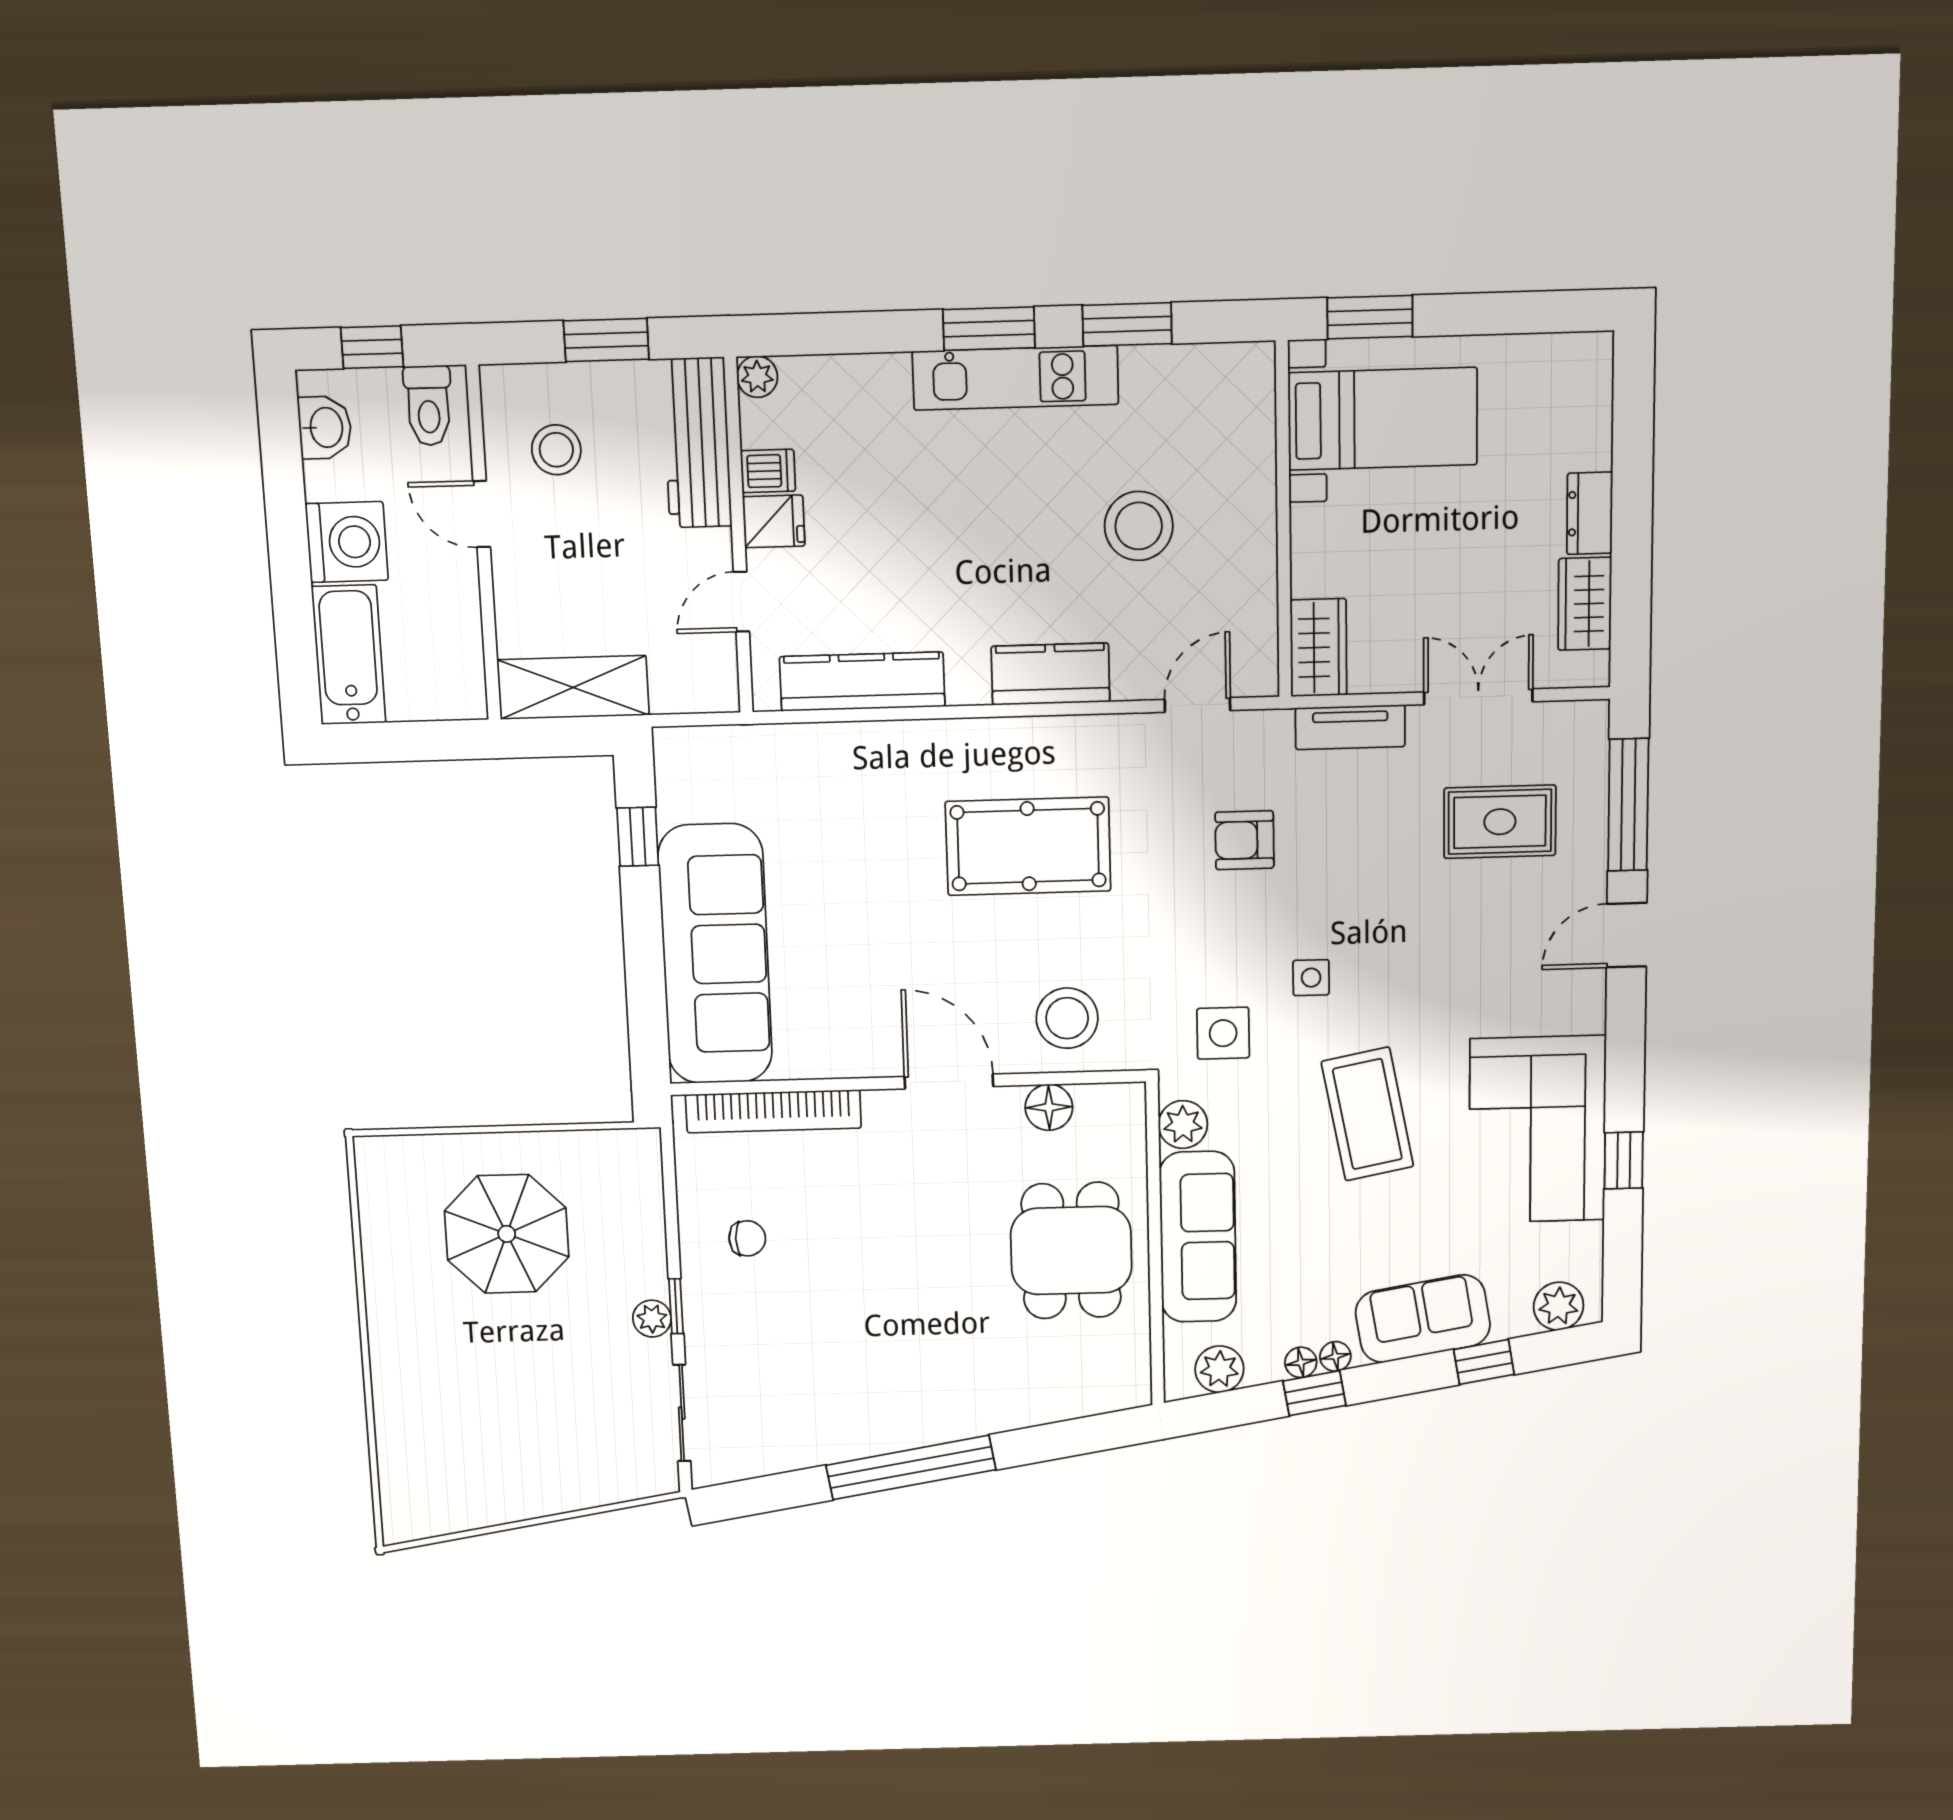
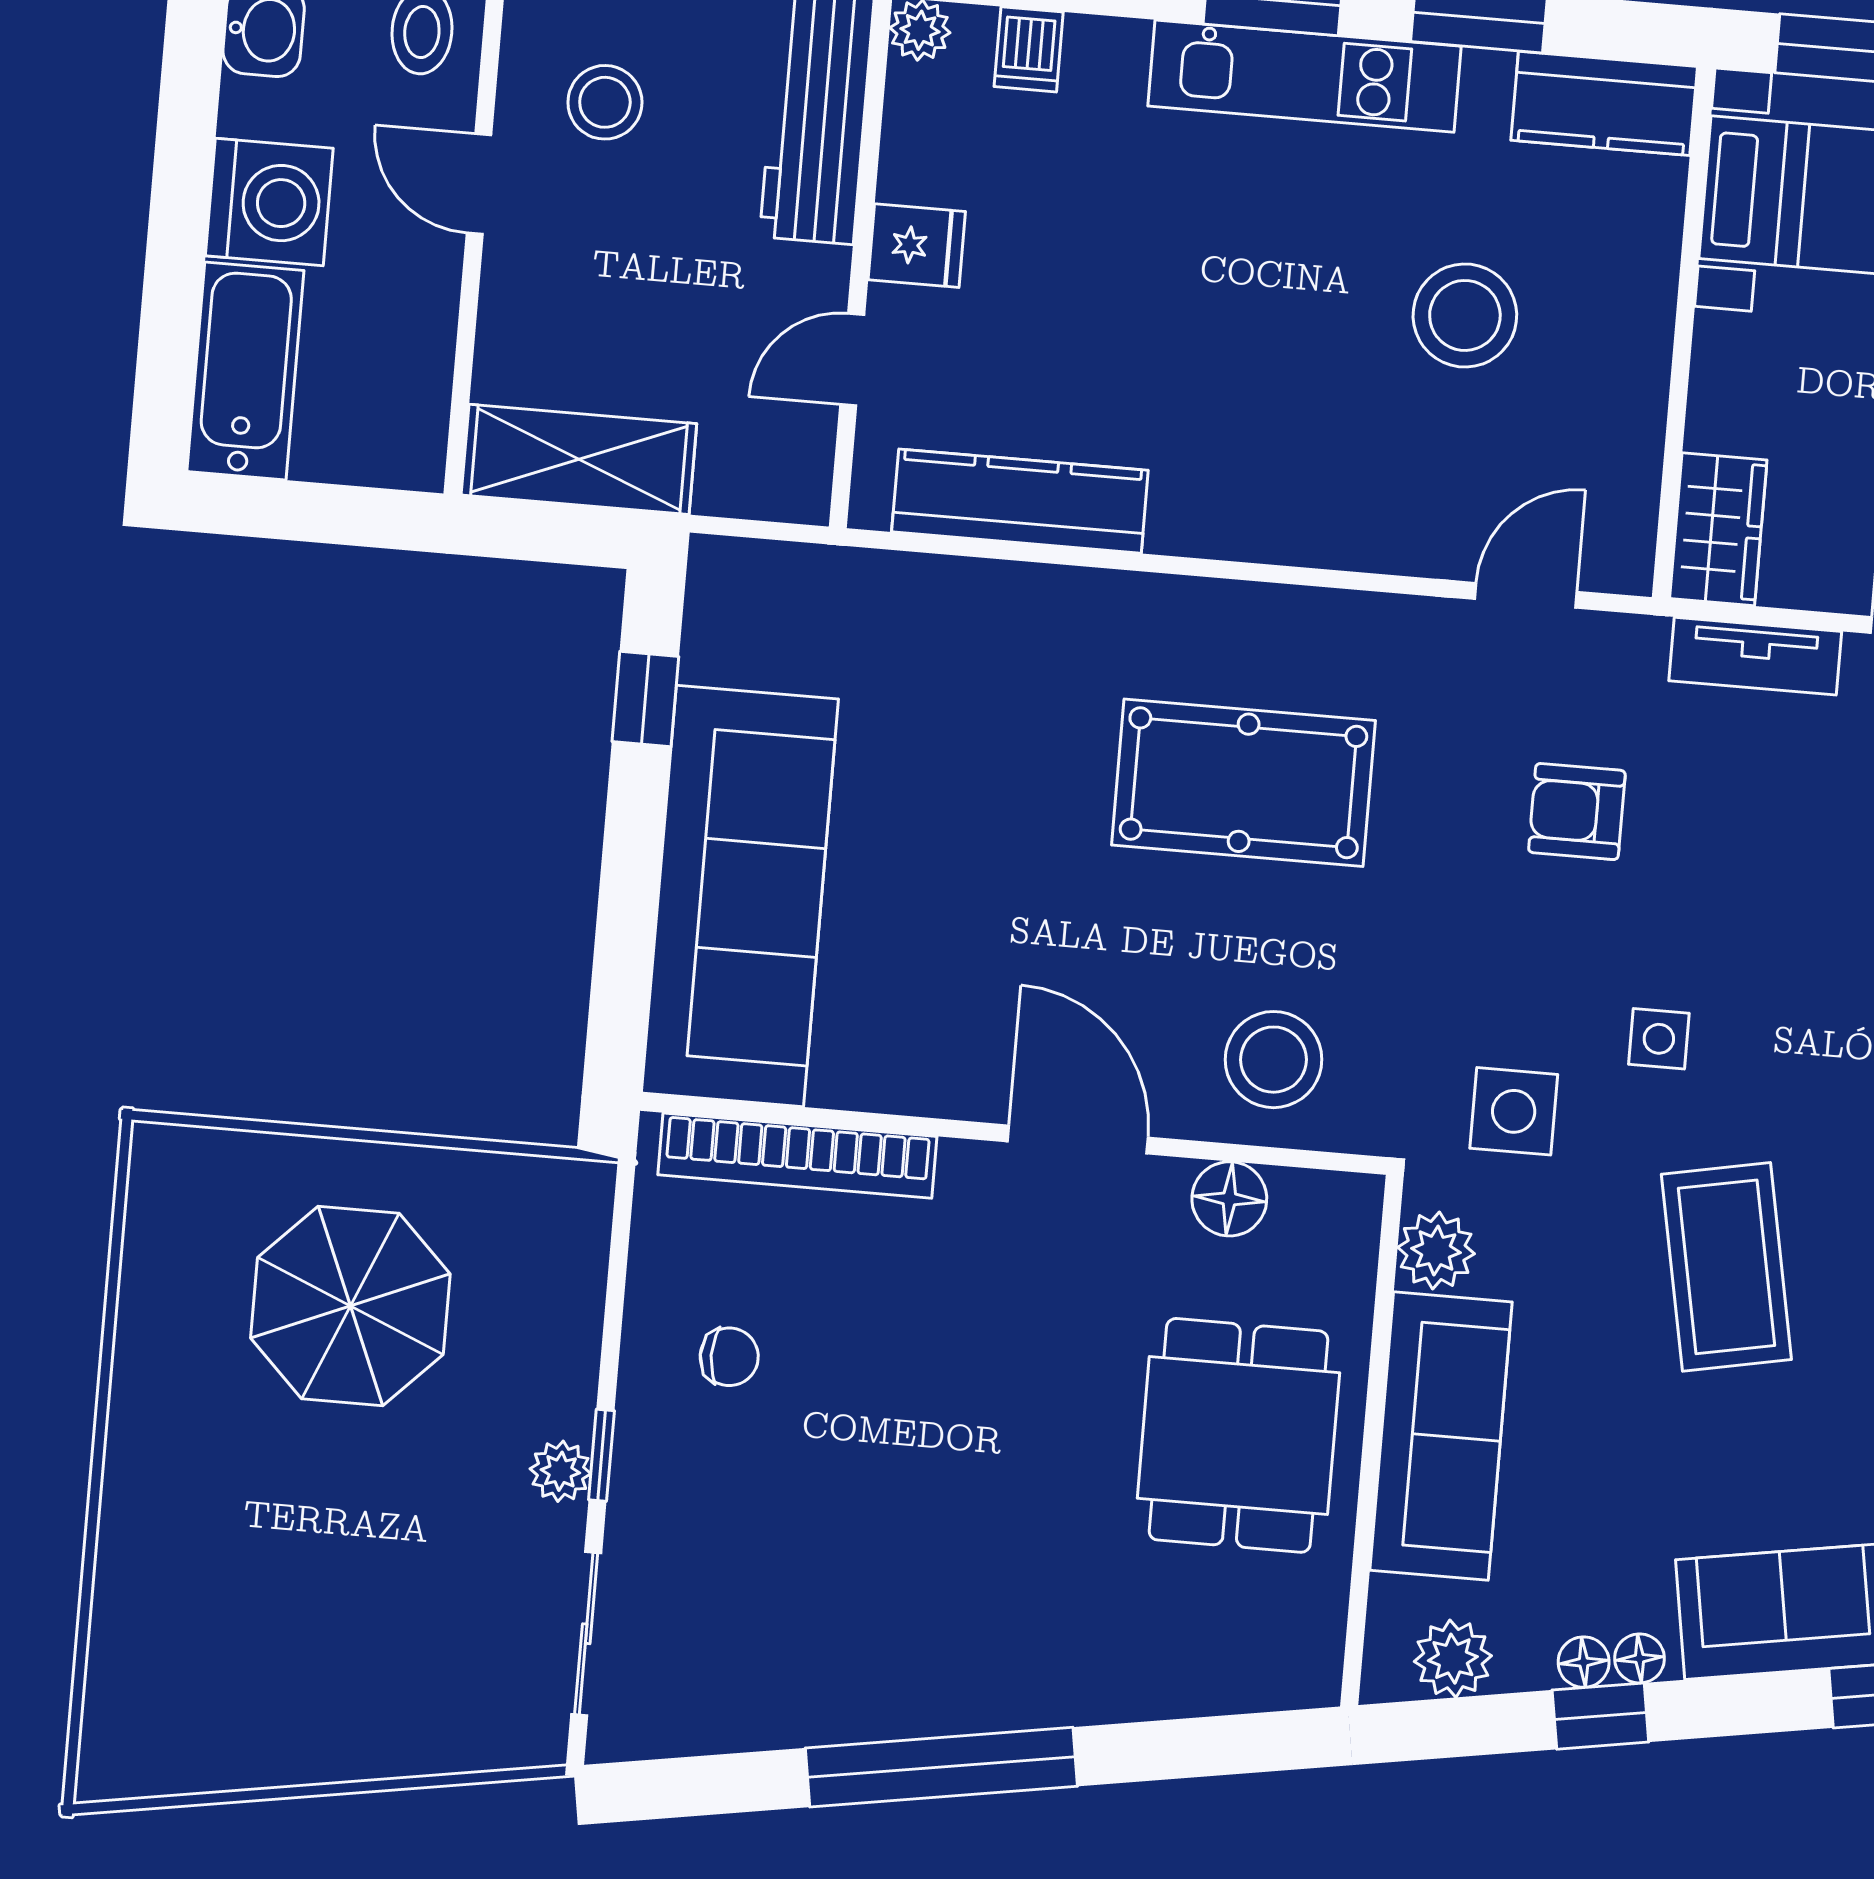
dishwasher: (768, 471) -> (1029, 49), moved, turned 90
kitchen counter: (1050, 674) -> (1604, 103), moved, turned 180

